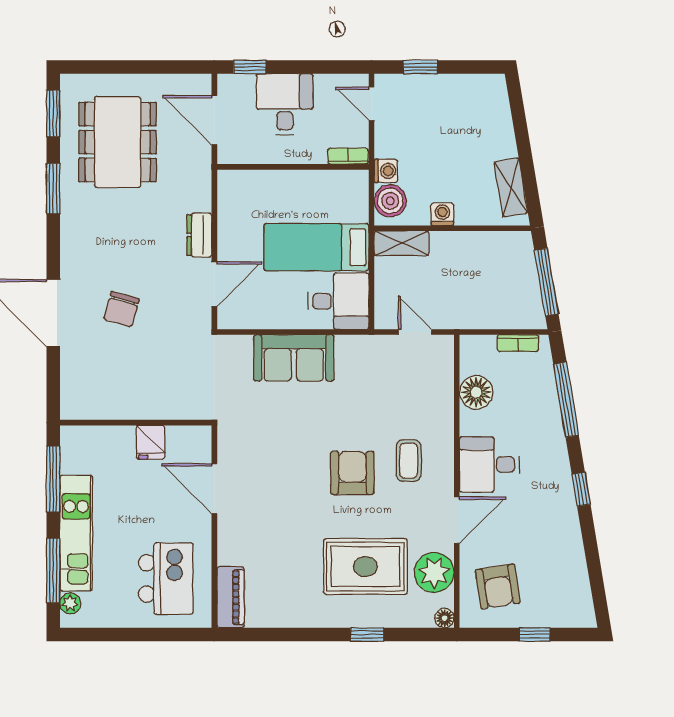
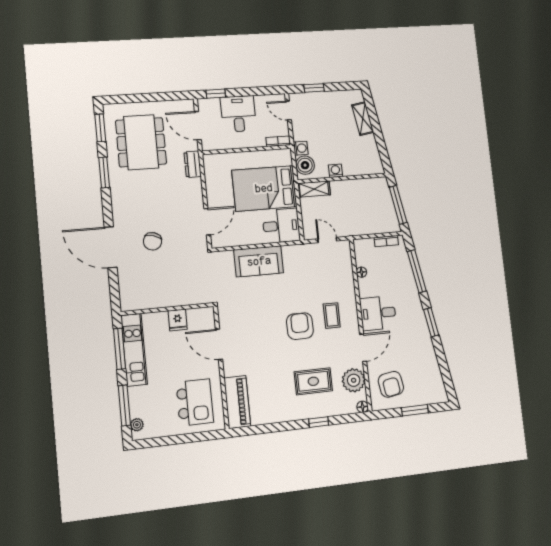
shelving: (511, 187) -> (363, 119), moved
dresser: (199, 235) -> (193, 164), moved
bed: (316, 247) -> (264, 188), width x1.50
floor lamp: (476, 392) -> (361, 272), width x0.53, depth x0.53
window: (581, 489) -> (431, 322), width x1.50
kitchen unit: (76, 533) -> (134, 350), moved
rug: (365, 566) -> (313, 381), width x0.73, depth x0.70
piano: (231, 597) -> (237, 402), width x1.37, depth x1.33
window: (534, 634) -> (415, 410), width x1.50

